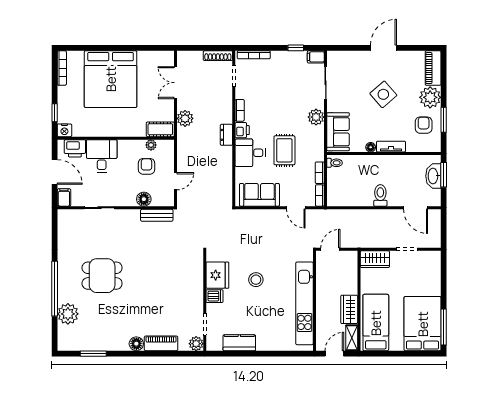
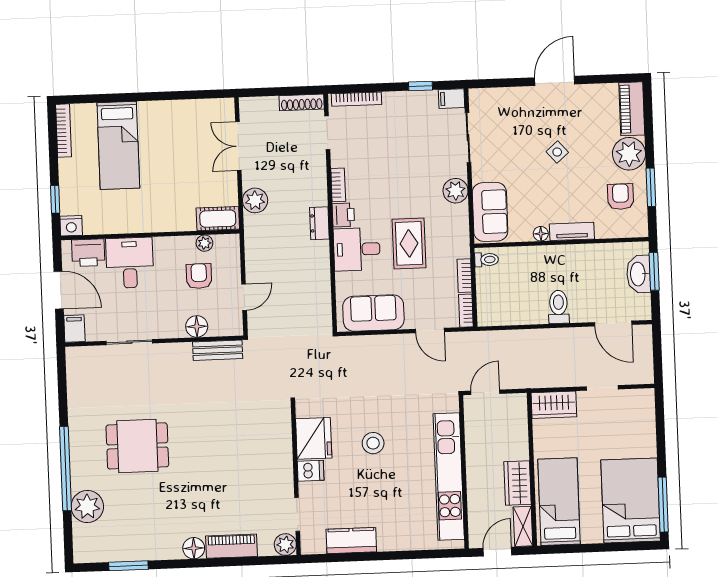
bed: (111, 79) -> (118, 145), width x0.49
side table: (383, 94) -> (557, 152), width x0.54, depth x0.54

